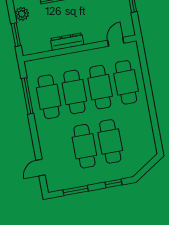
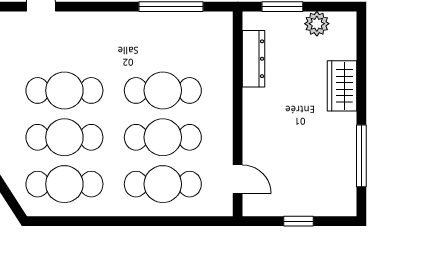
dresser: (67, 42) -> (253, 59), moved
cafe table: (49, 97) -> (64, 184), moved

